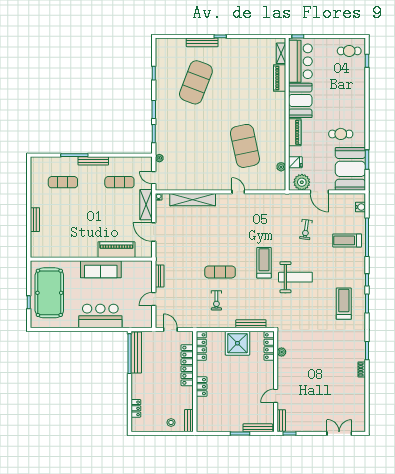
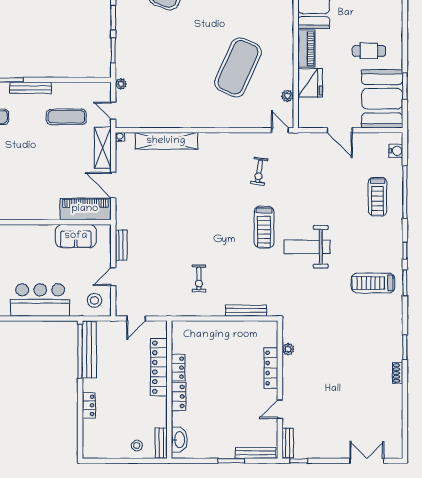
exercise mat: (245, 146) -> (238, 67), turned 36
fridge: (295, 162) -> (310, 83), width x1.88, depth x1.34
plant: (302, 182) -> (316, 117), removed
door: (238, 192) -> (280, 130), moved
exercise bike: (306, 229) -> (259, 171), moved
treadmill: (347, 240) -> (378, 197), turned -90
piano: (116, 250) -> (85, 209), moved
treadmill: (264, 263) -> (264, 227), turned 180
sofa: (101, 269) -> (76, 236), moved, width x0.73
exercise mat: (220, 272) -> (204, 240), removed
weight bench: (295, 277) -> (307, 247), turned 180
treadmill: (344, 304) -> (373, 283), turned -90
stool: (140, 316) -> (94, 300), added
door: (170, 330) -> (136, 318), swing flipped
shower: (237, 343) -> (228, 337), removed
locker: (201, 346) -> (178, 368), moved, width x0.66
locker: (269, 346) -> (271, 368), moved
locker: (136, 408) -> (89, 405), moved
washbasin: (202, 418) -> (179, 440), added

